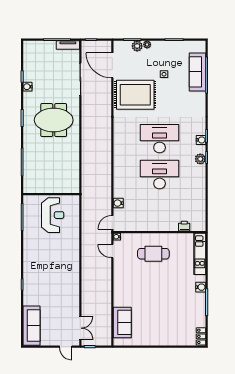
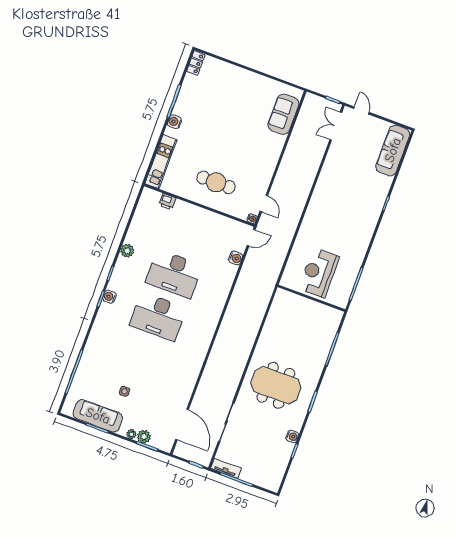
sofa: (198, 72) -> (98, 416), moved, turned -90
rug: (135, 95) -> (168, 379), removed
plant: (200, 159) -> (127, 251), moved

